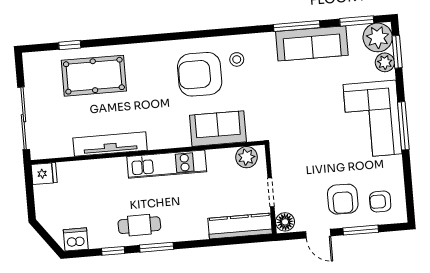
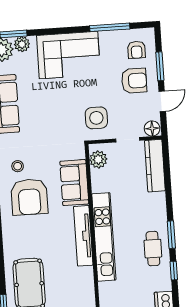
window: (403, 126) -> (110, 27), moved
tv unit: (110, 144) -> (83, 236), moved
side table: (297, 154) -> (96, 118), added
kitchen unit: (167, 164) -> (104, 237), width x1.36

